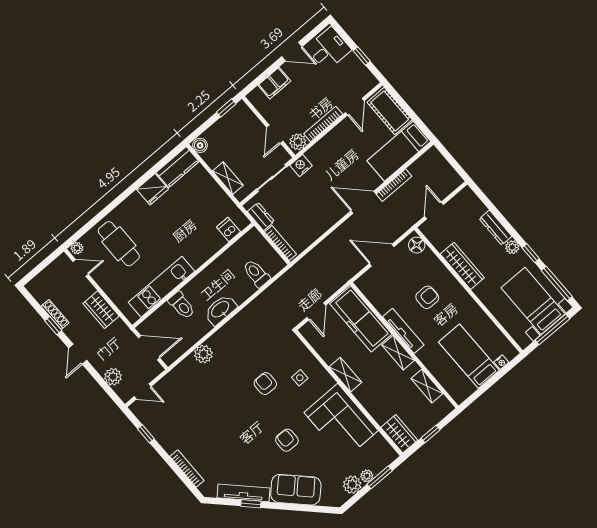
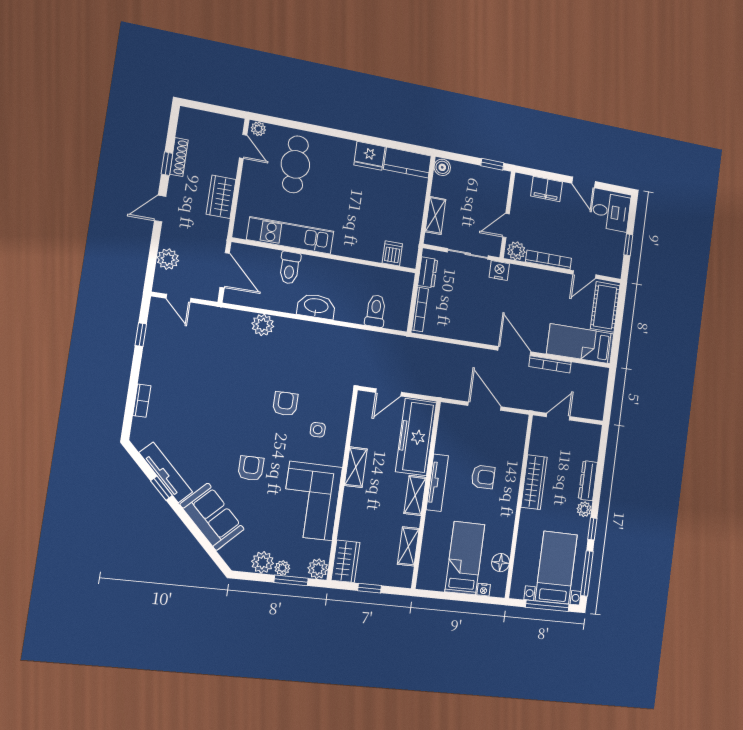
floor lamp: (417, 245) -> (501, 563), moved
plant: (388, 455) -> (318, 569), added
bookcase: (187, 469) -> (142, 401), width x0.64

